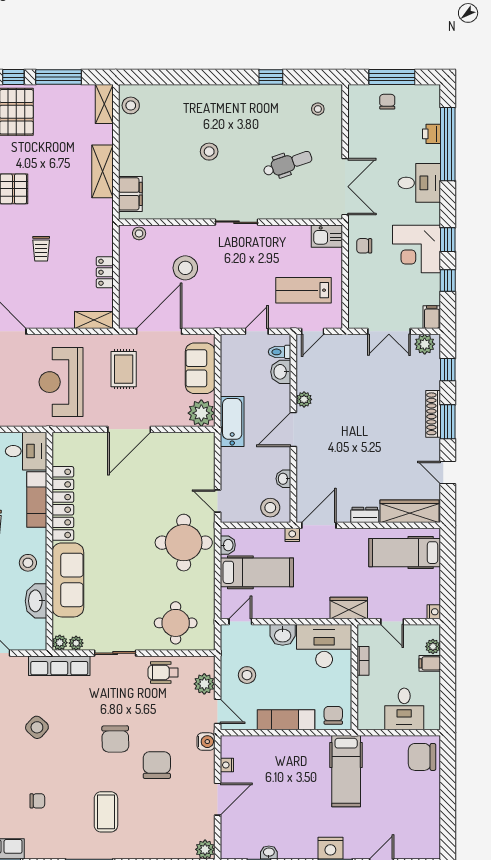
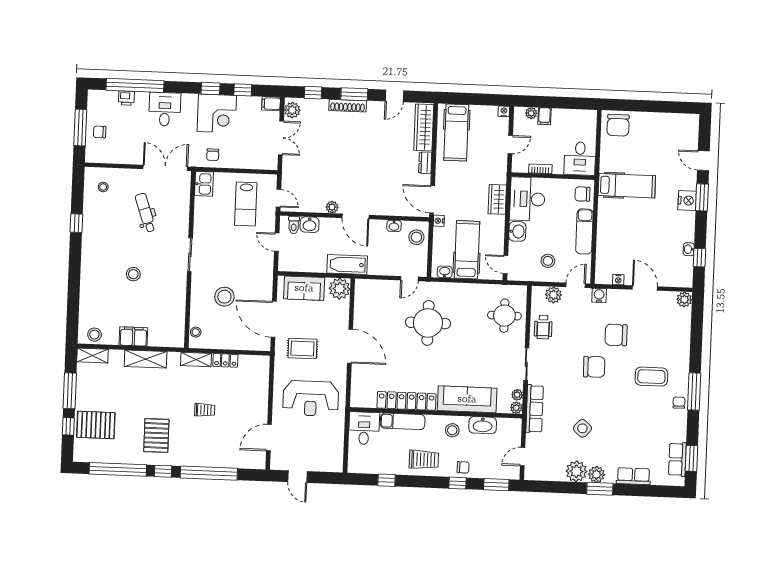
filing cabinet: (130, 194) -> (133, 336), moved
shelving: (94, 320) -> (196, 359), moved, turned 90
round table: (184, 543) -> (428, 323), moved
wardrobe: (349, 608) -> (497, 199), moved
desk: (404, 709) -> (580, 158), moved, turned 90
chair: (37, 801) -> (679, 403), moved

